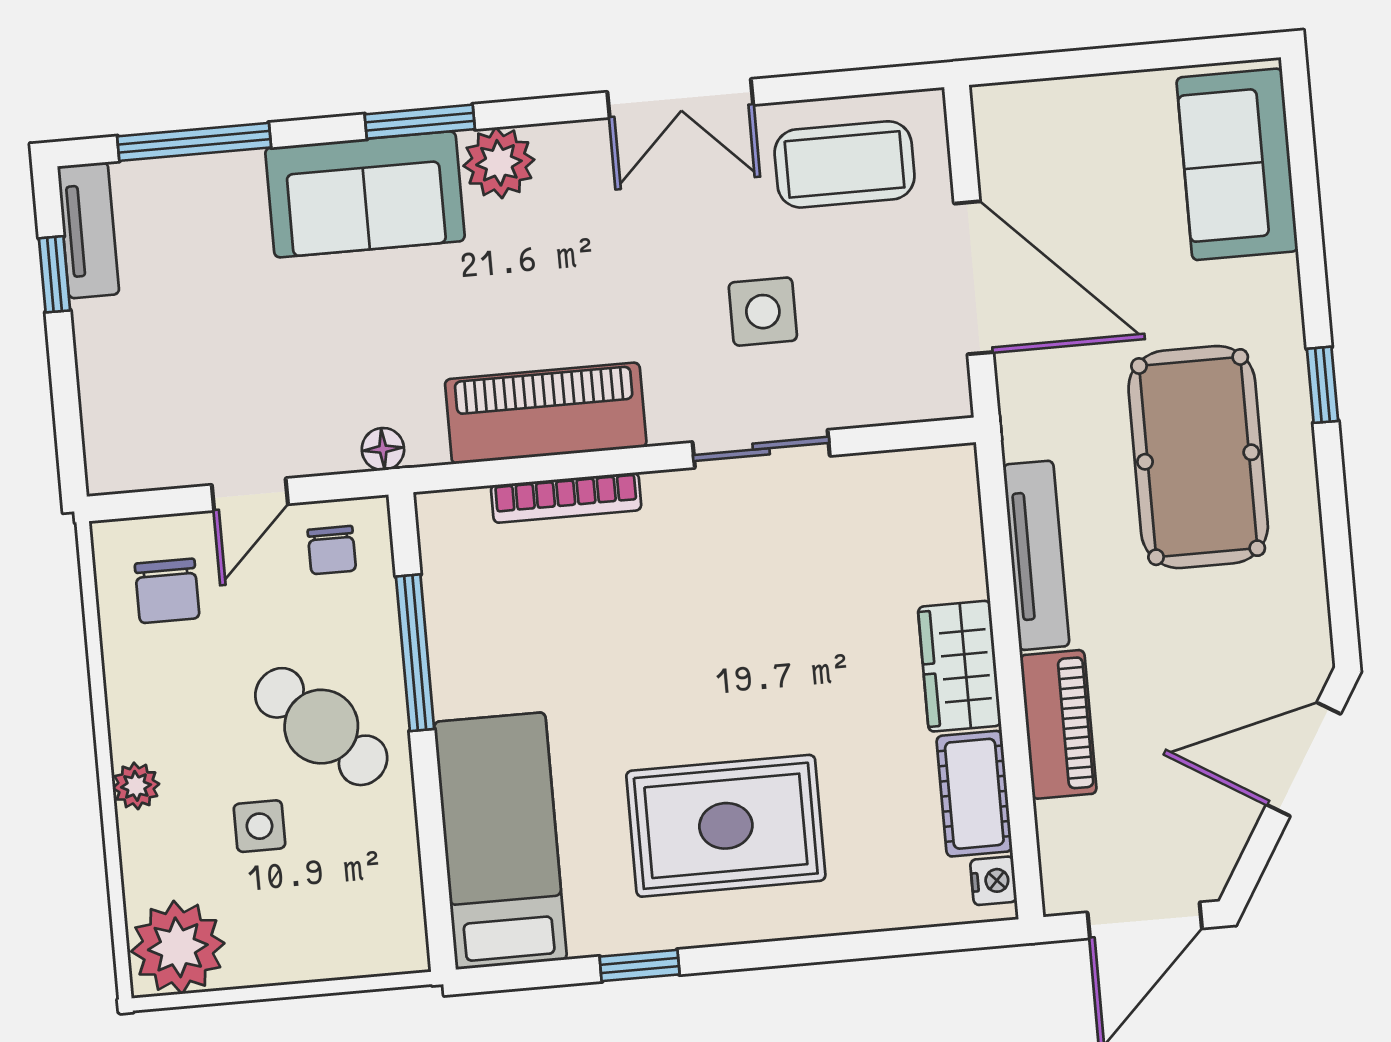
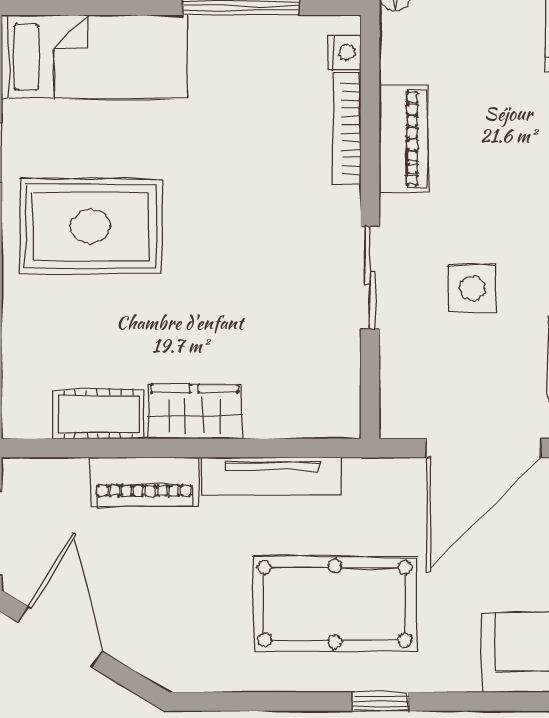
piano: (546, 413) -> (403, 139), width x0.73, depth x0.75
door: (1304, 759) -> (60, 637), moved
rug: (726, 826) -> (91, 226), turned 90
nightstand: (993, 881) -> (345, 52), moved, turned -90

